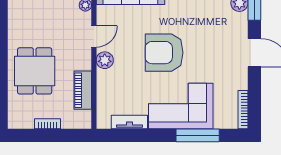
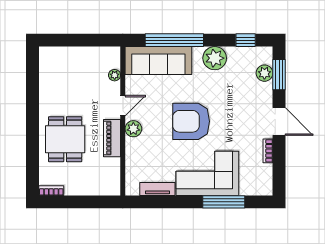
piano: (83, 90) -> (112, 138), moved
bookcase: (243, 110) -> (268, 151), moved, width x0.64
bookcase: (48, 124) -> (51, 191), moved

